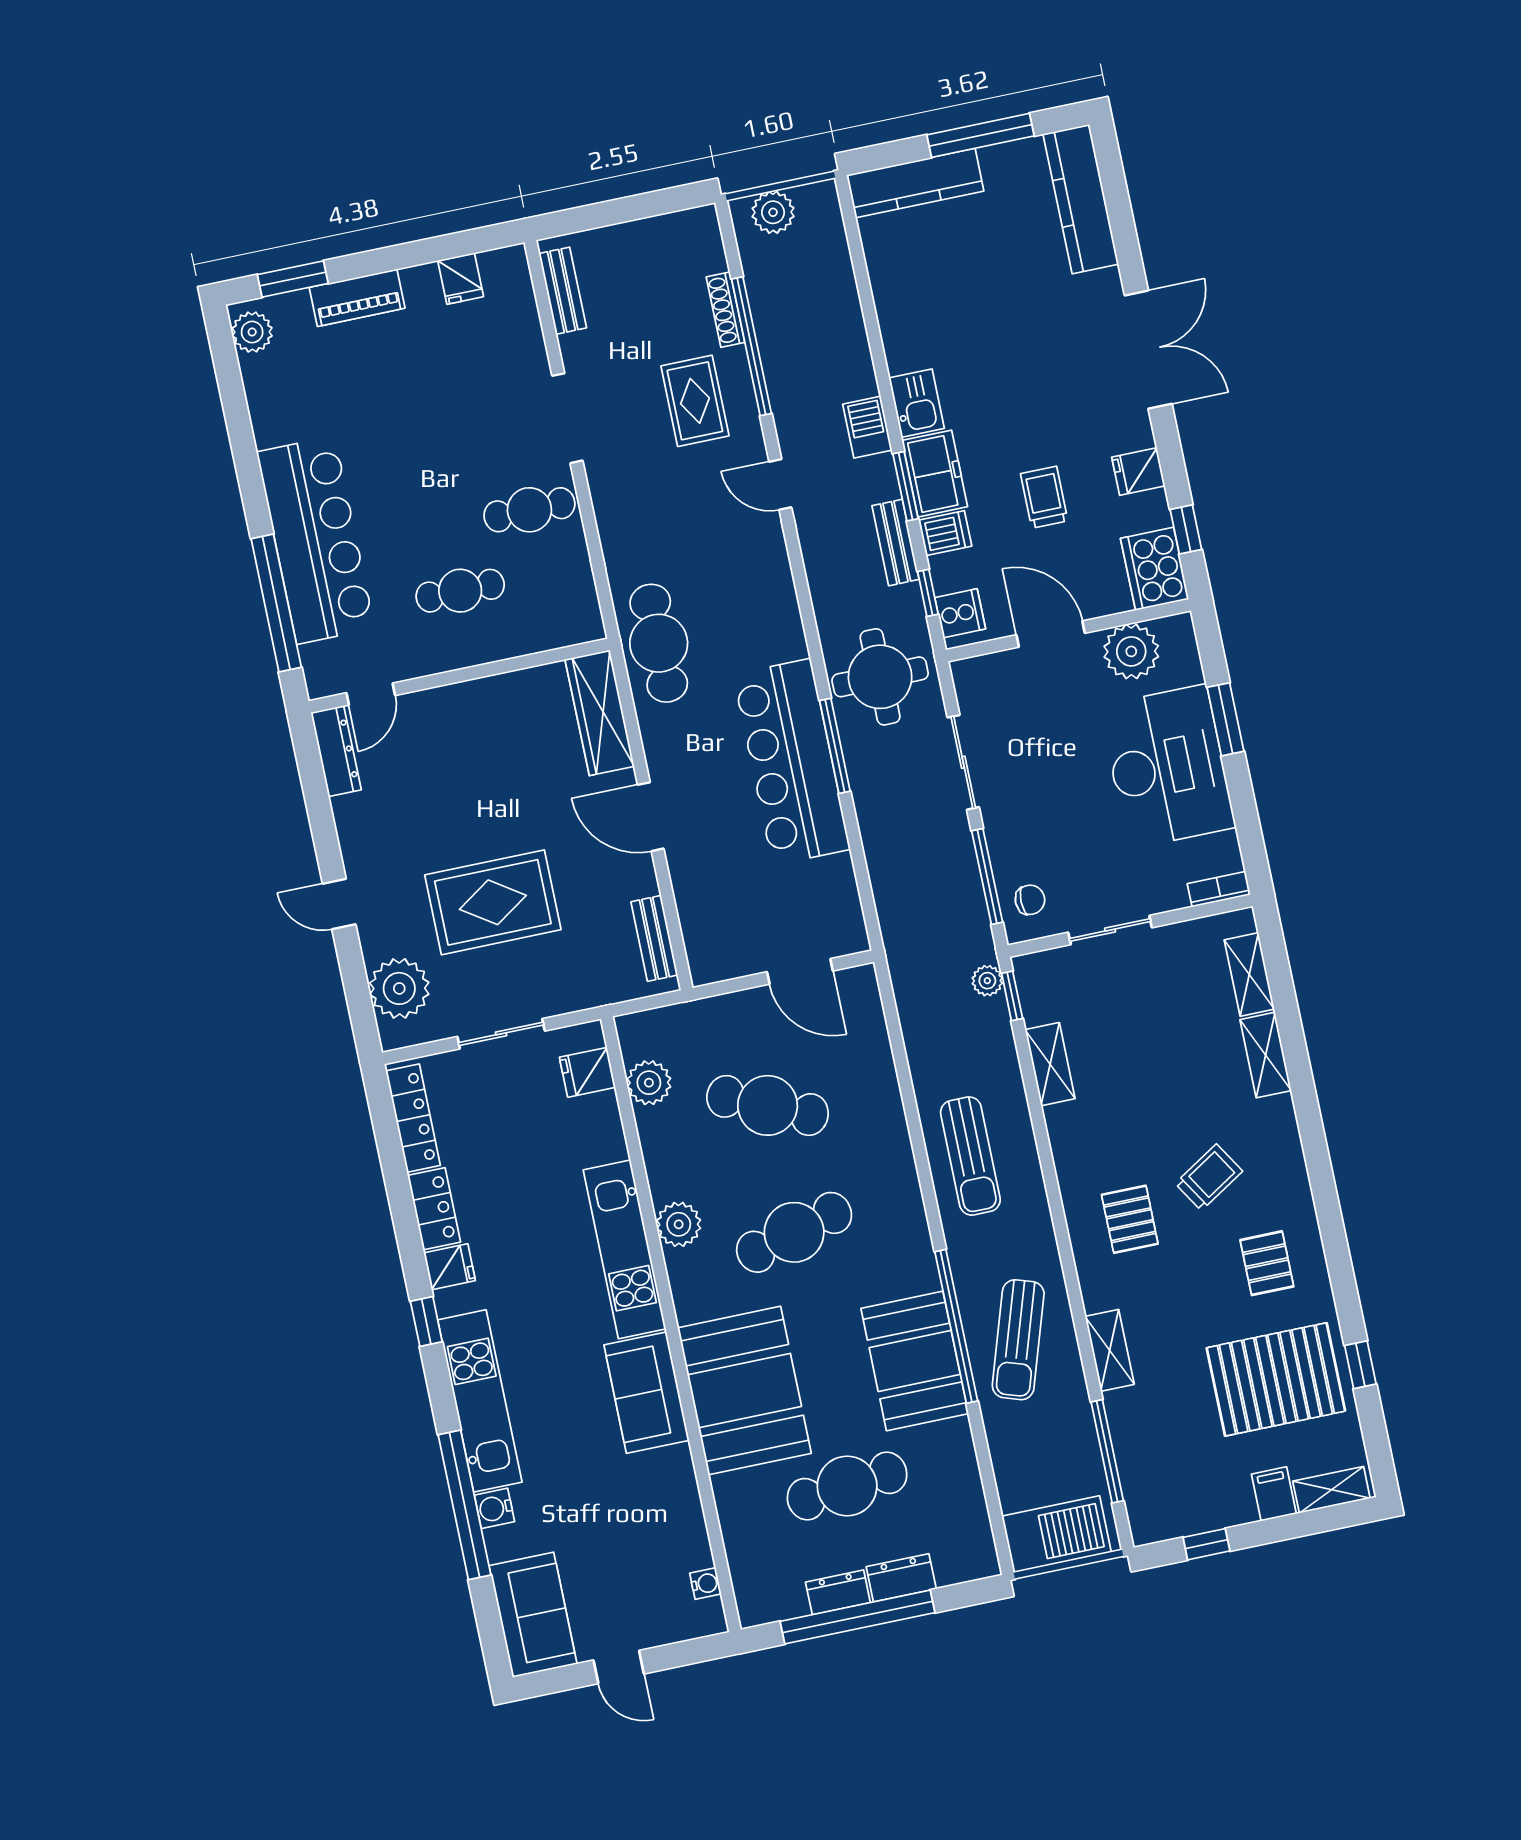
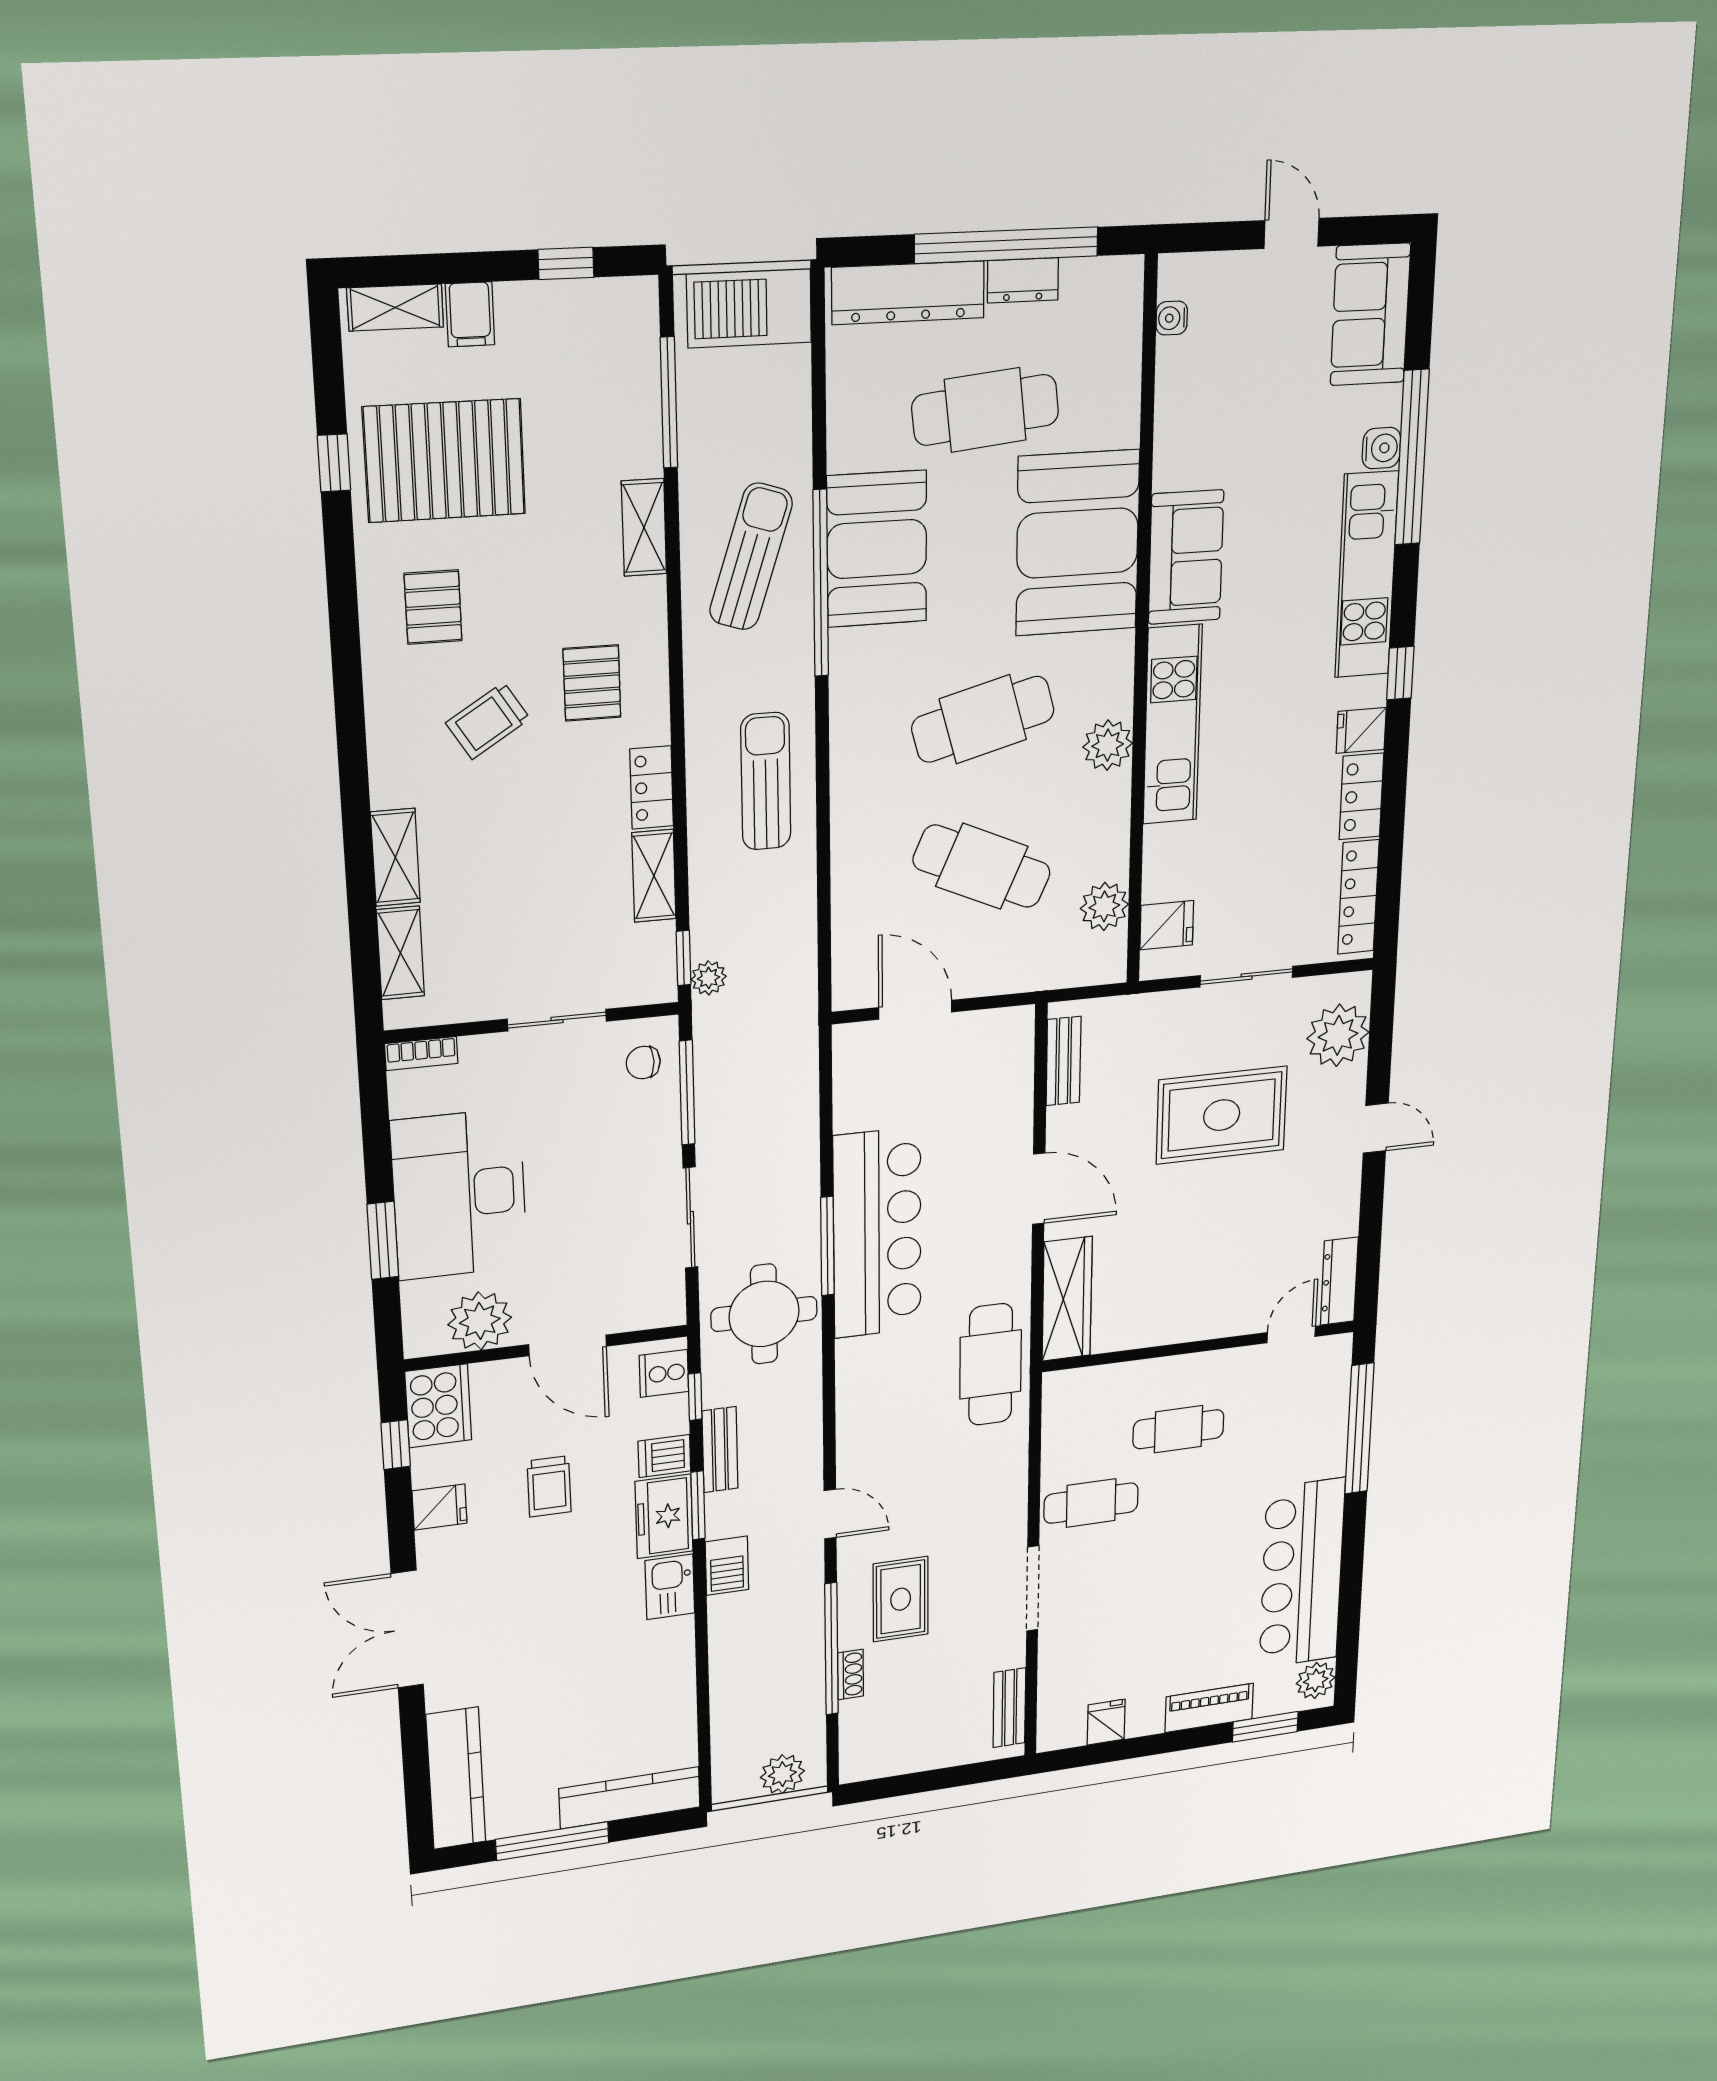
shoe rack: (725, 310) -> (850, 1674), width x0.70
bar counter: (316, 540) -> (1302, 1573), moved
locker: (1065, 1139) -> (652, 788), added
dresser: (901, 1578) -> (908, 293), width x1.96, depth x1.24

